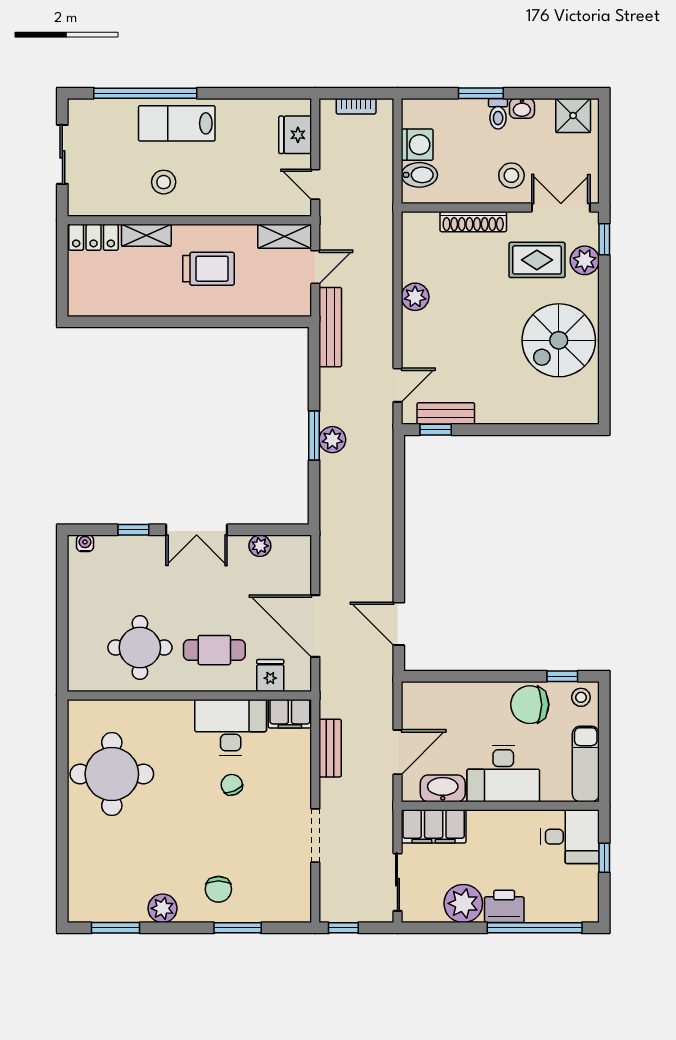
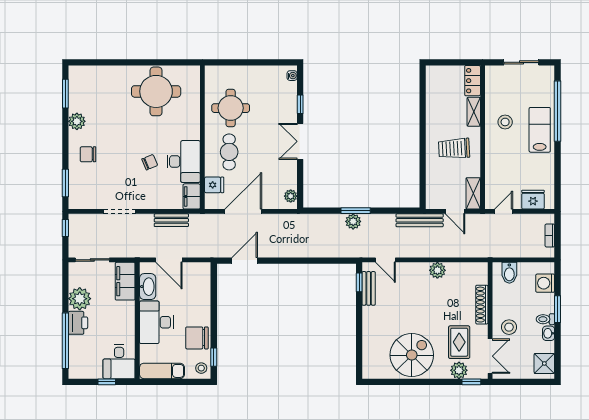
washing machine: (417, 145) -> (545, 283), moved, turned 90
trolley: (208, 269) -> (454, 148), turned 87
spiral stairs: (559, 340) -> (412, 355), turned 90
plant: (260, 546) -> (291, 196), moved
chair: (530, 705) -> (197, 338), turned -90
window: (238, 928) -> (65, 183), moved

